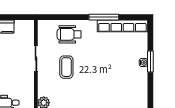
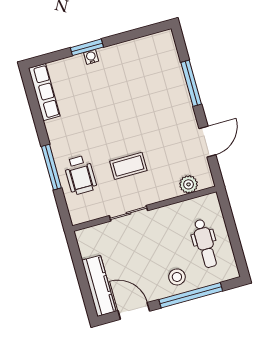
window: (104, 17) -> (51, 167), moved
row of seats: (122, 26) -> (44, 92), width x0.73

